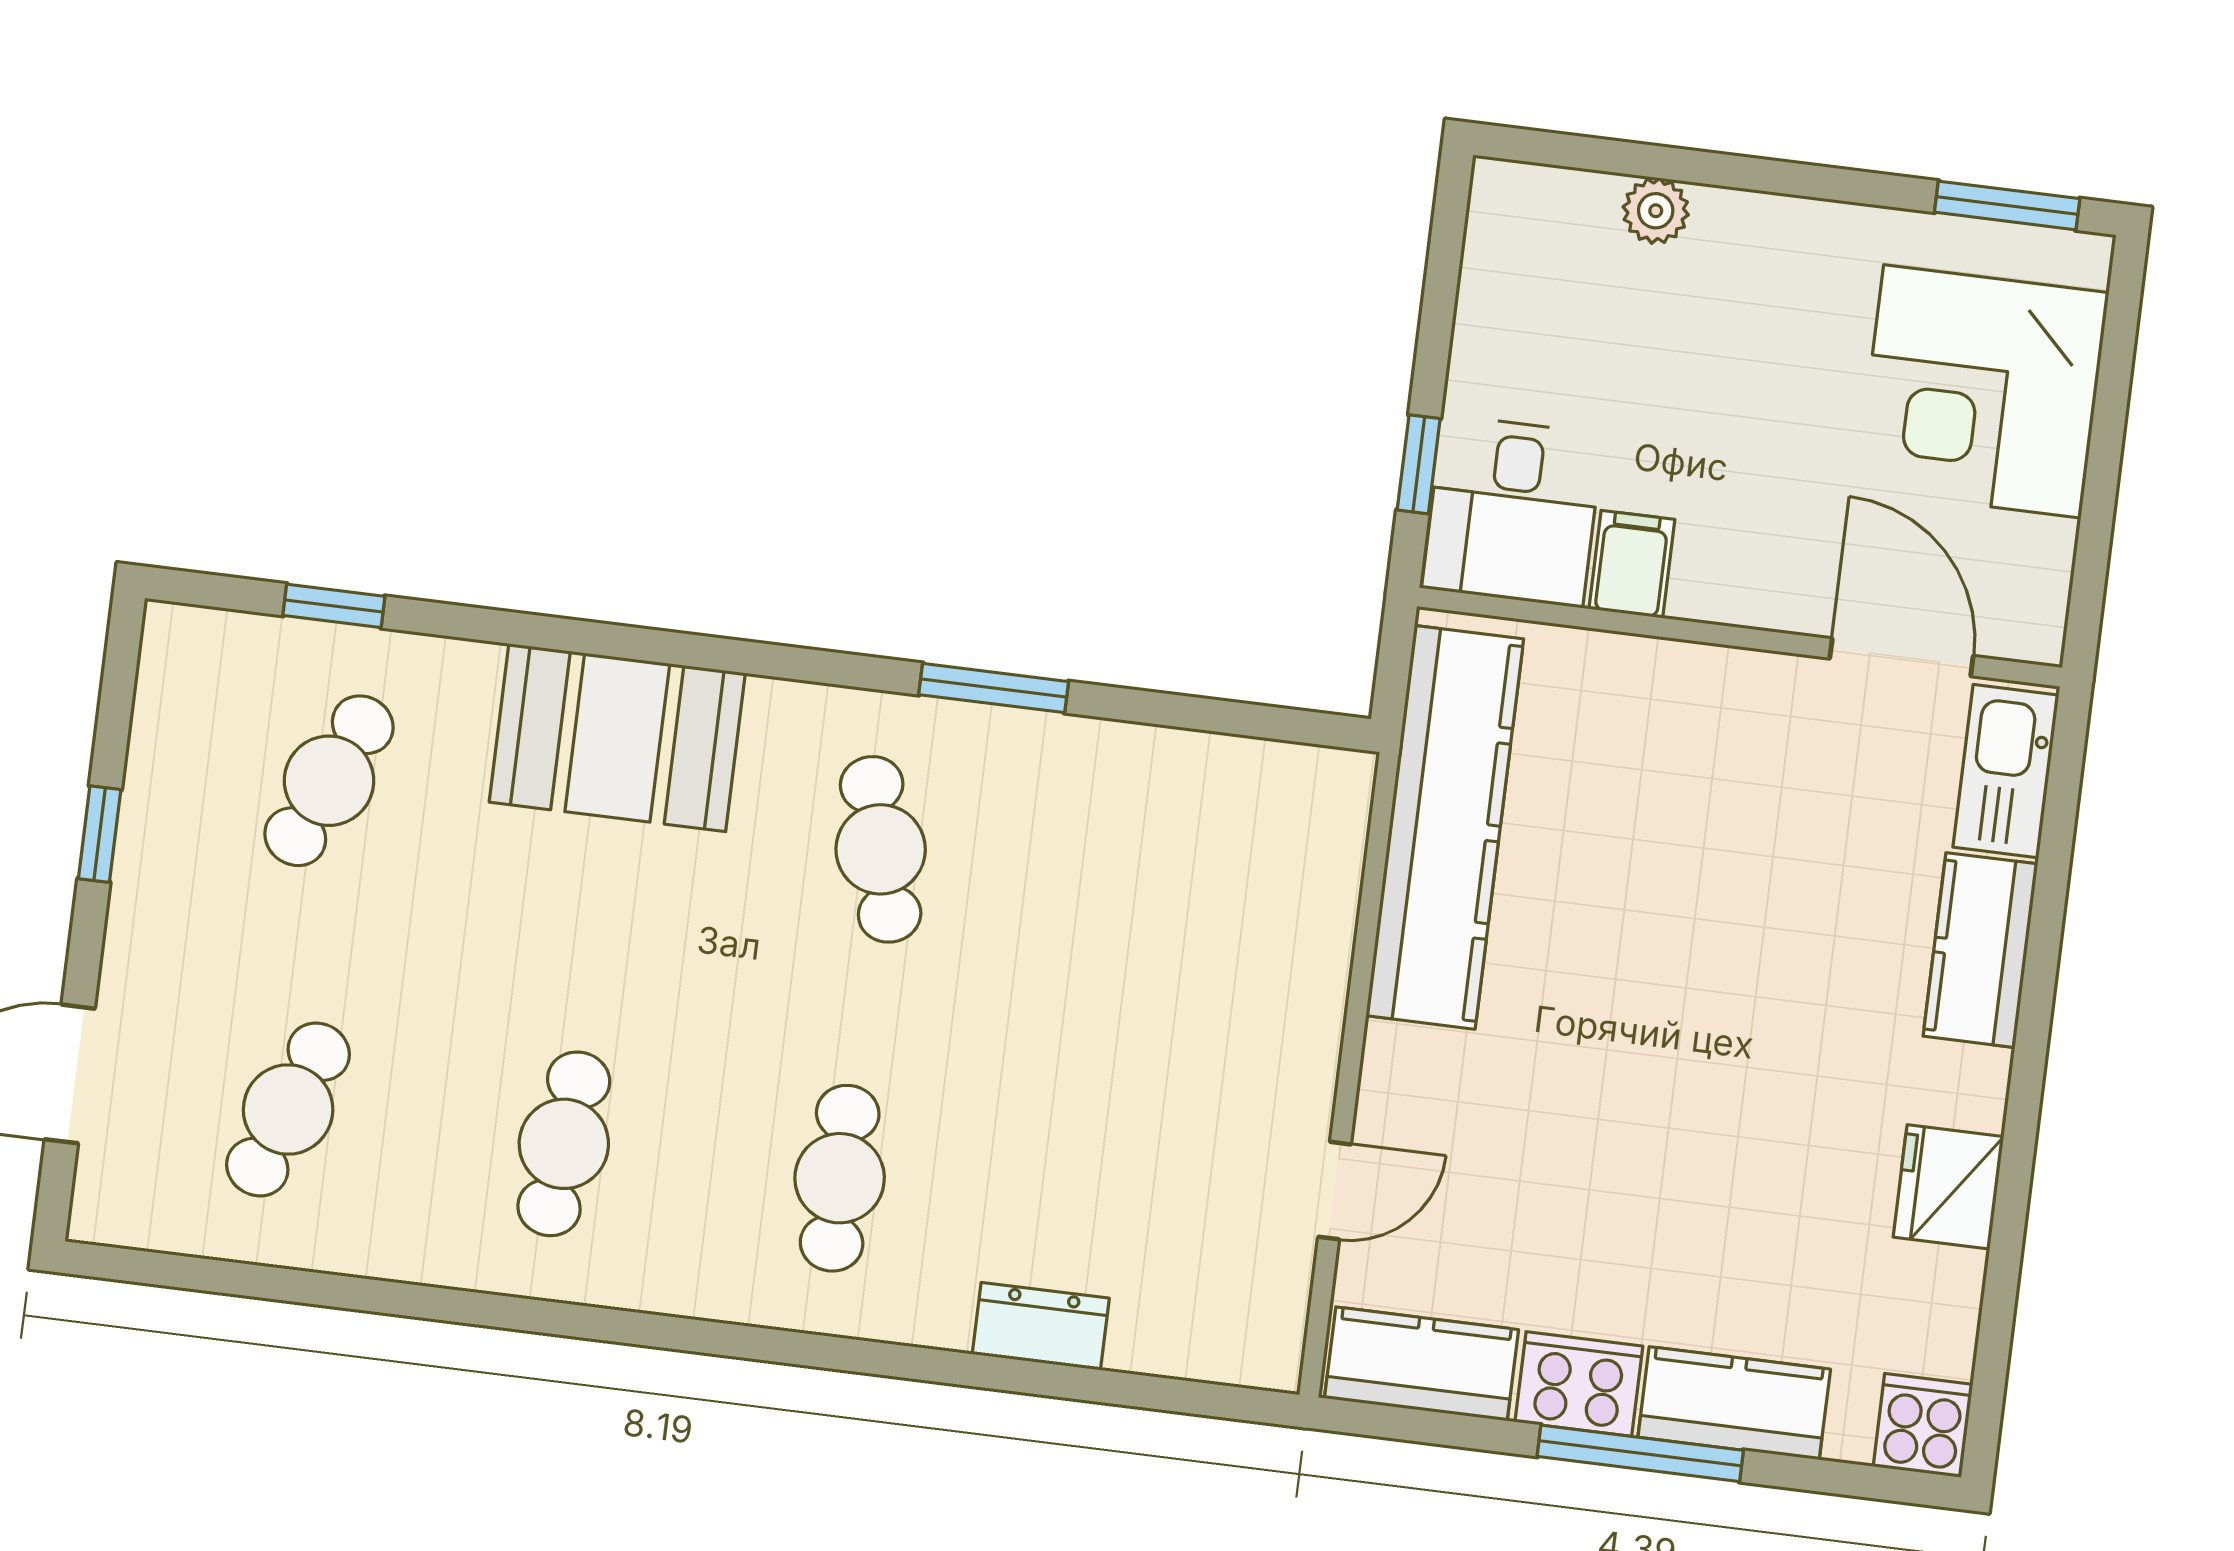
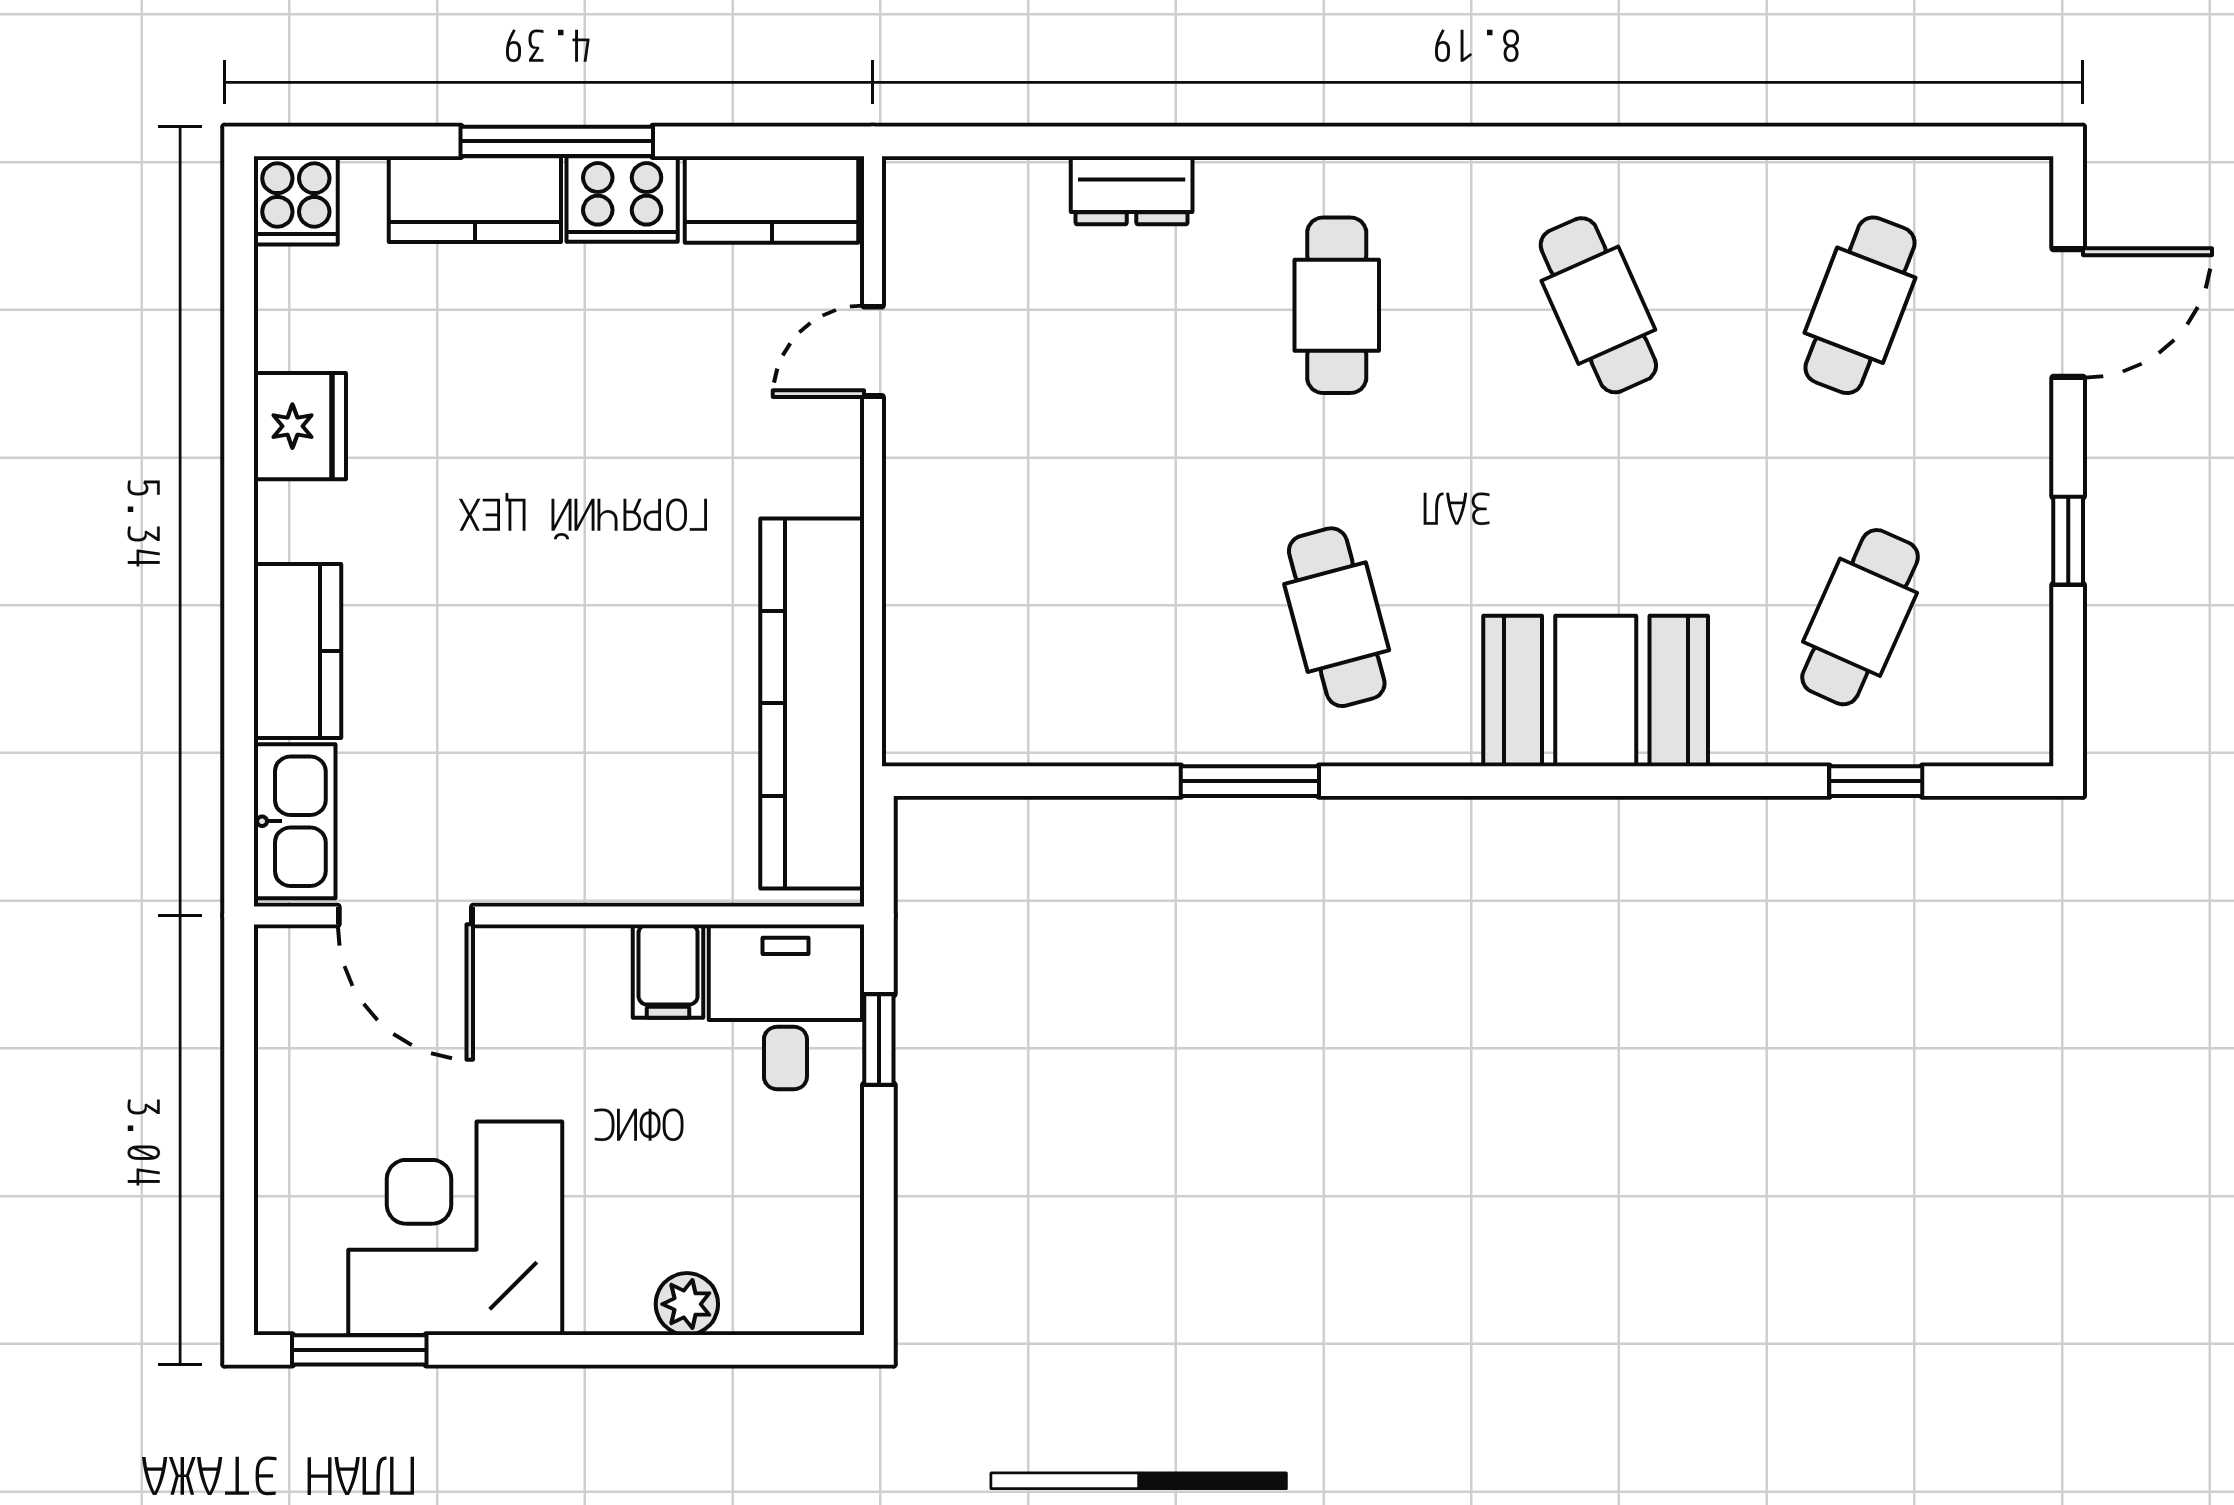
corner desk: (1982, 391) -> (455, 1228), moved, turned -90
cafe table: (564, 1144) -> (1598, 305), turned -30

